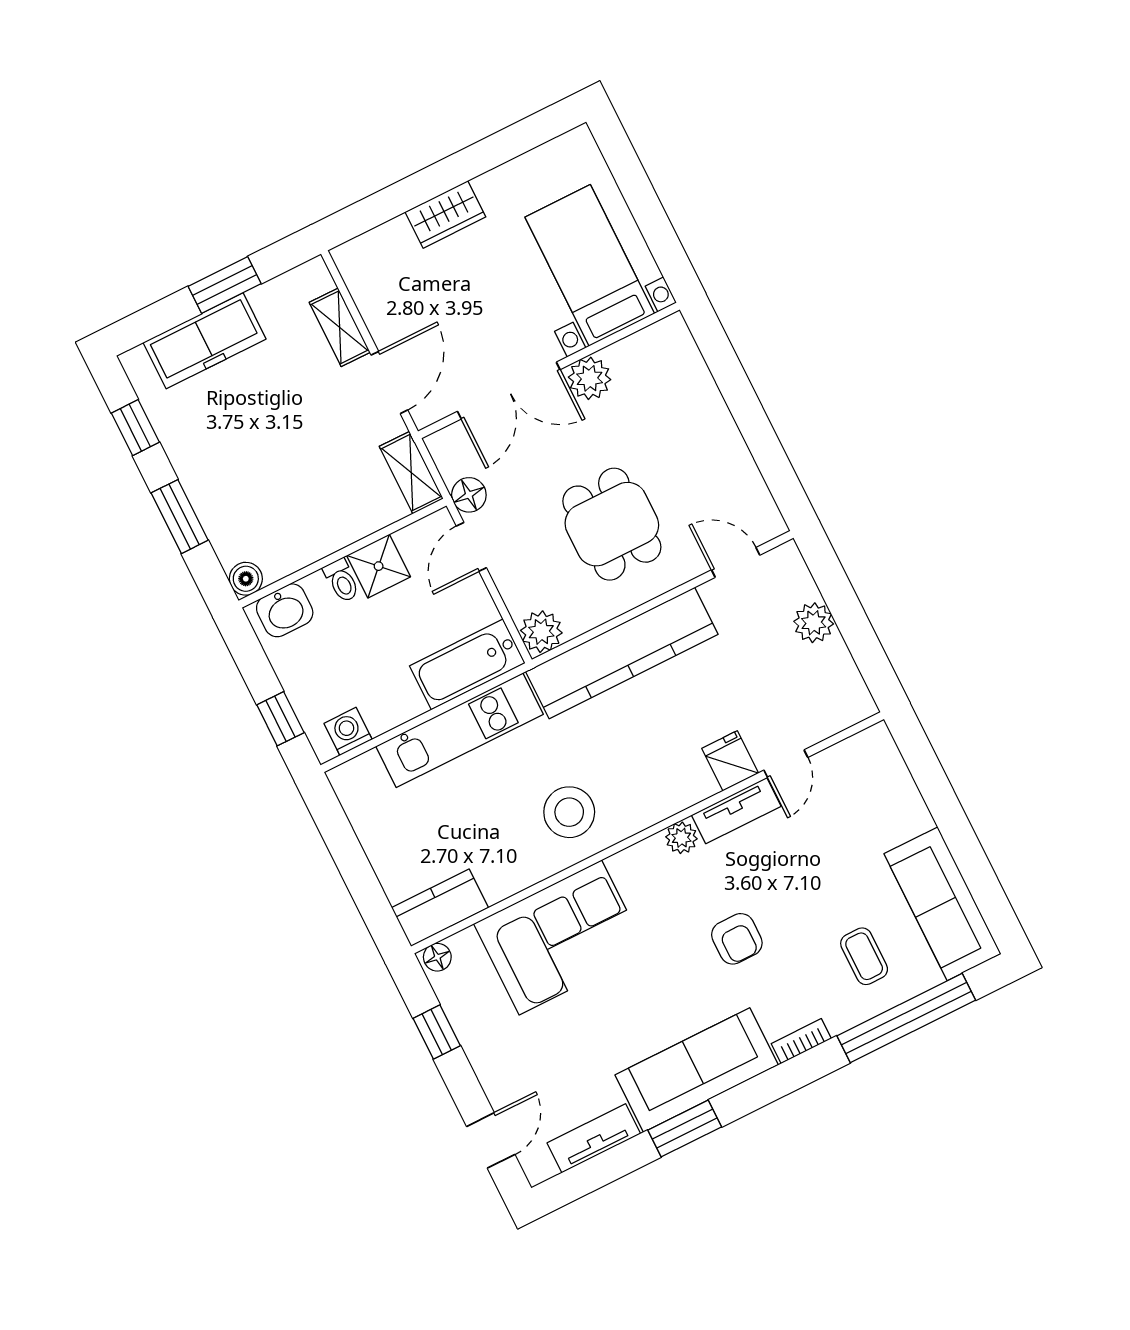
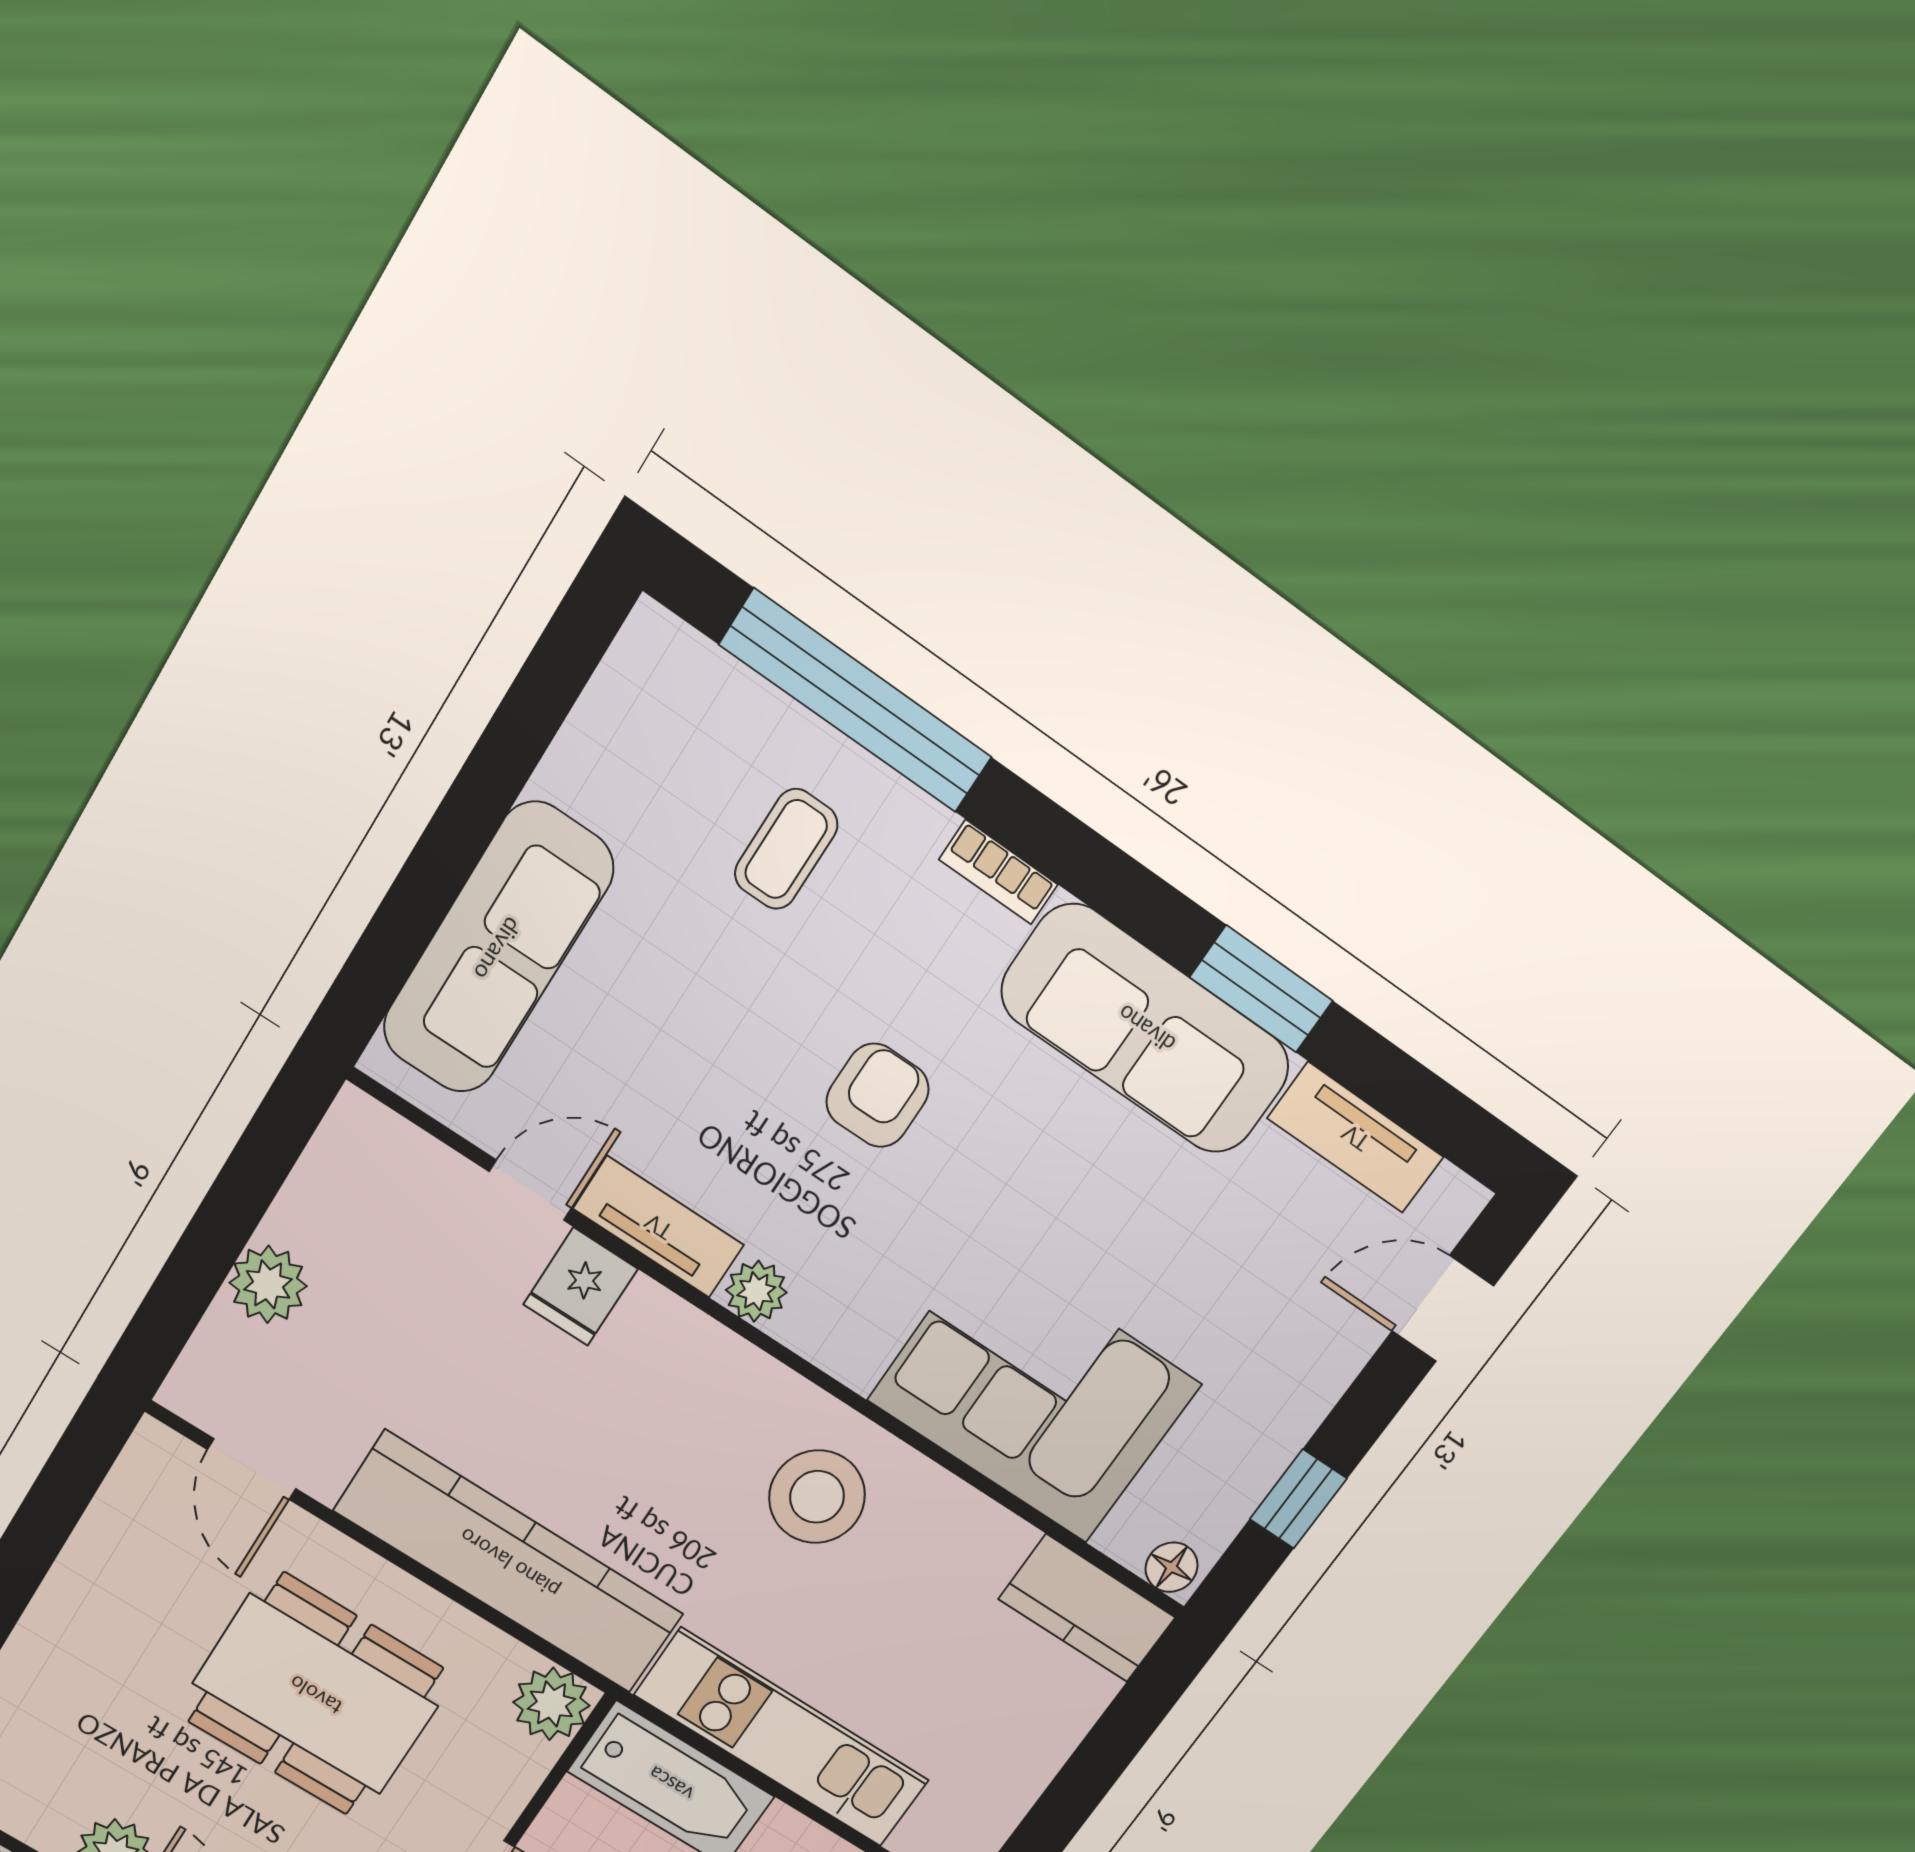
dining table: (612, 524) -> (315, 1695), width x1.38
sofa: (943, 904) -> (498, 949), moved

